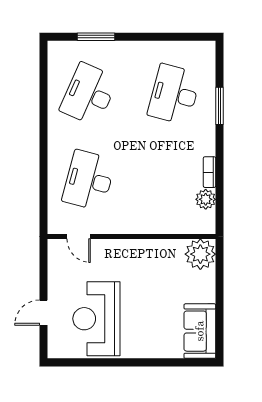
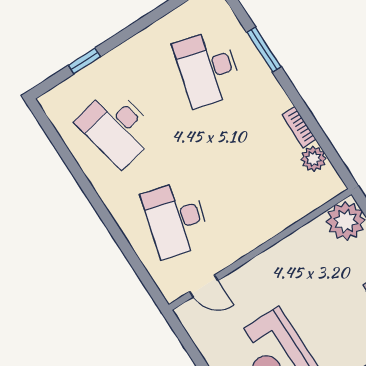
window: (96, 37) -> (84, 61), width x0.67
desk: (89, 94) -> (117, 127), turned -36

